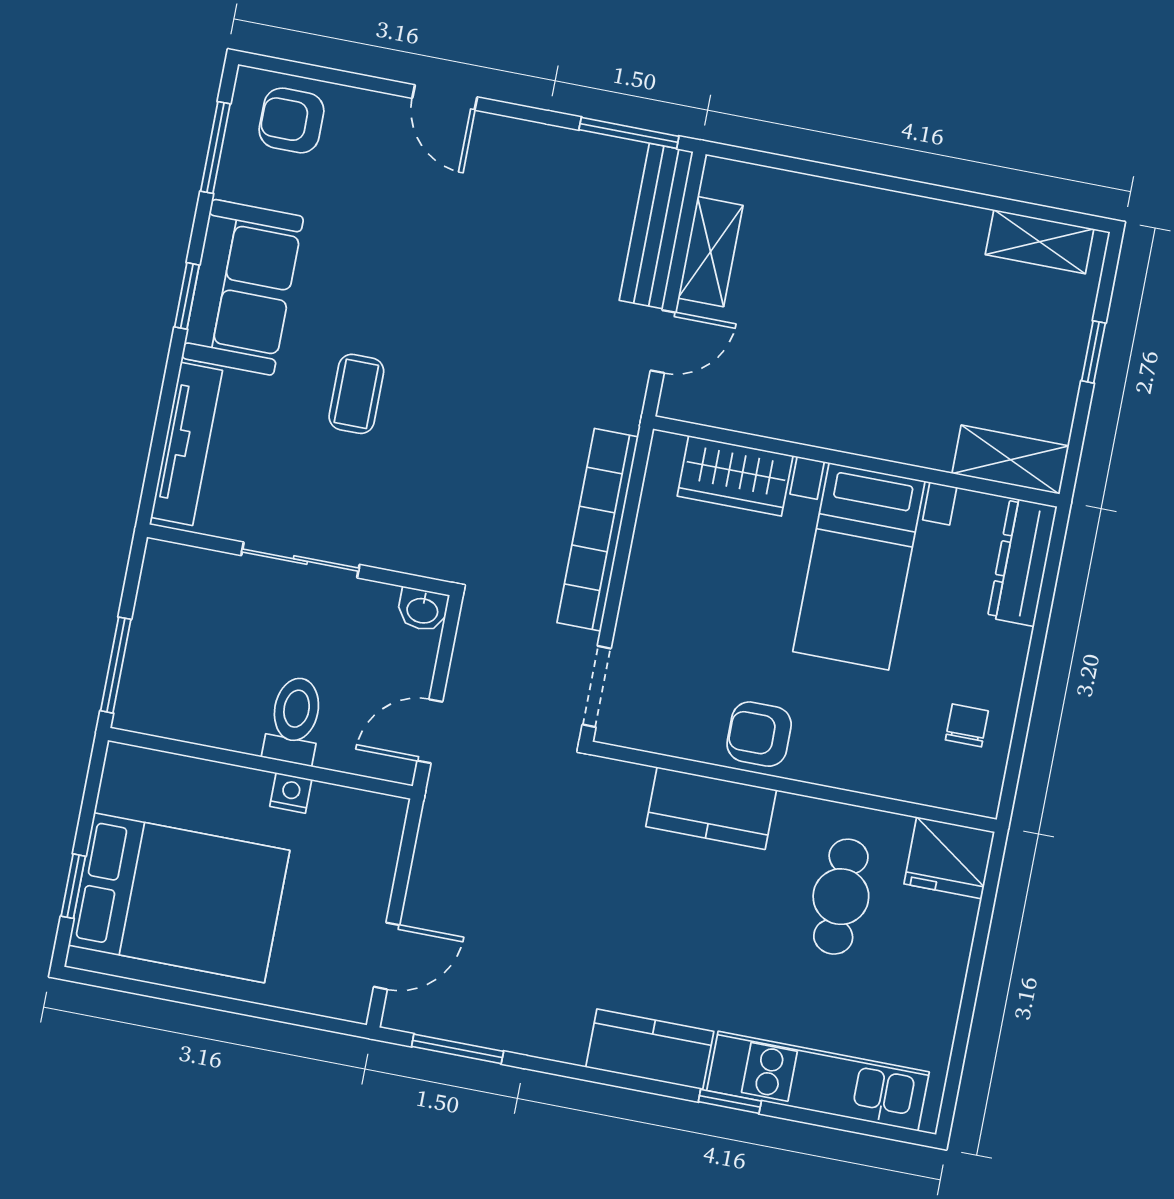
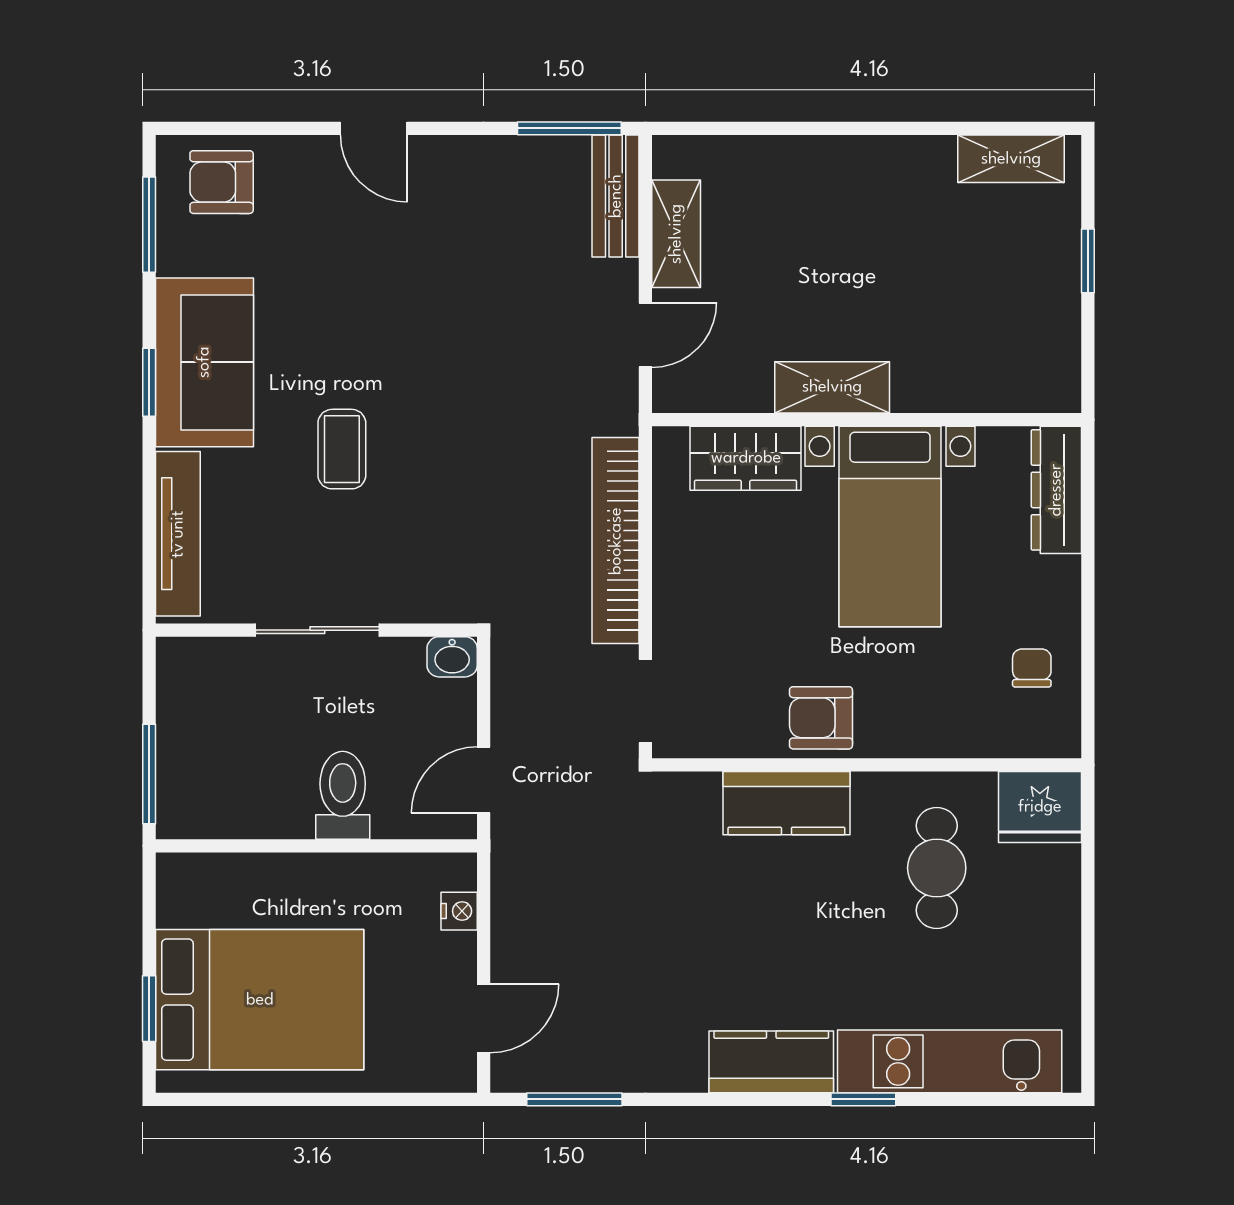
bench: (656, 226) -> (616, 196), width x0.73
shelving: (1010, 460) -> (832, 387), moved
nightstand: (291, 793) -> (459, 911), moved, turned 90

